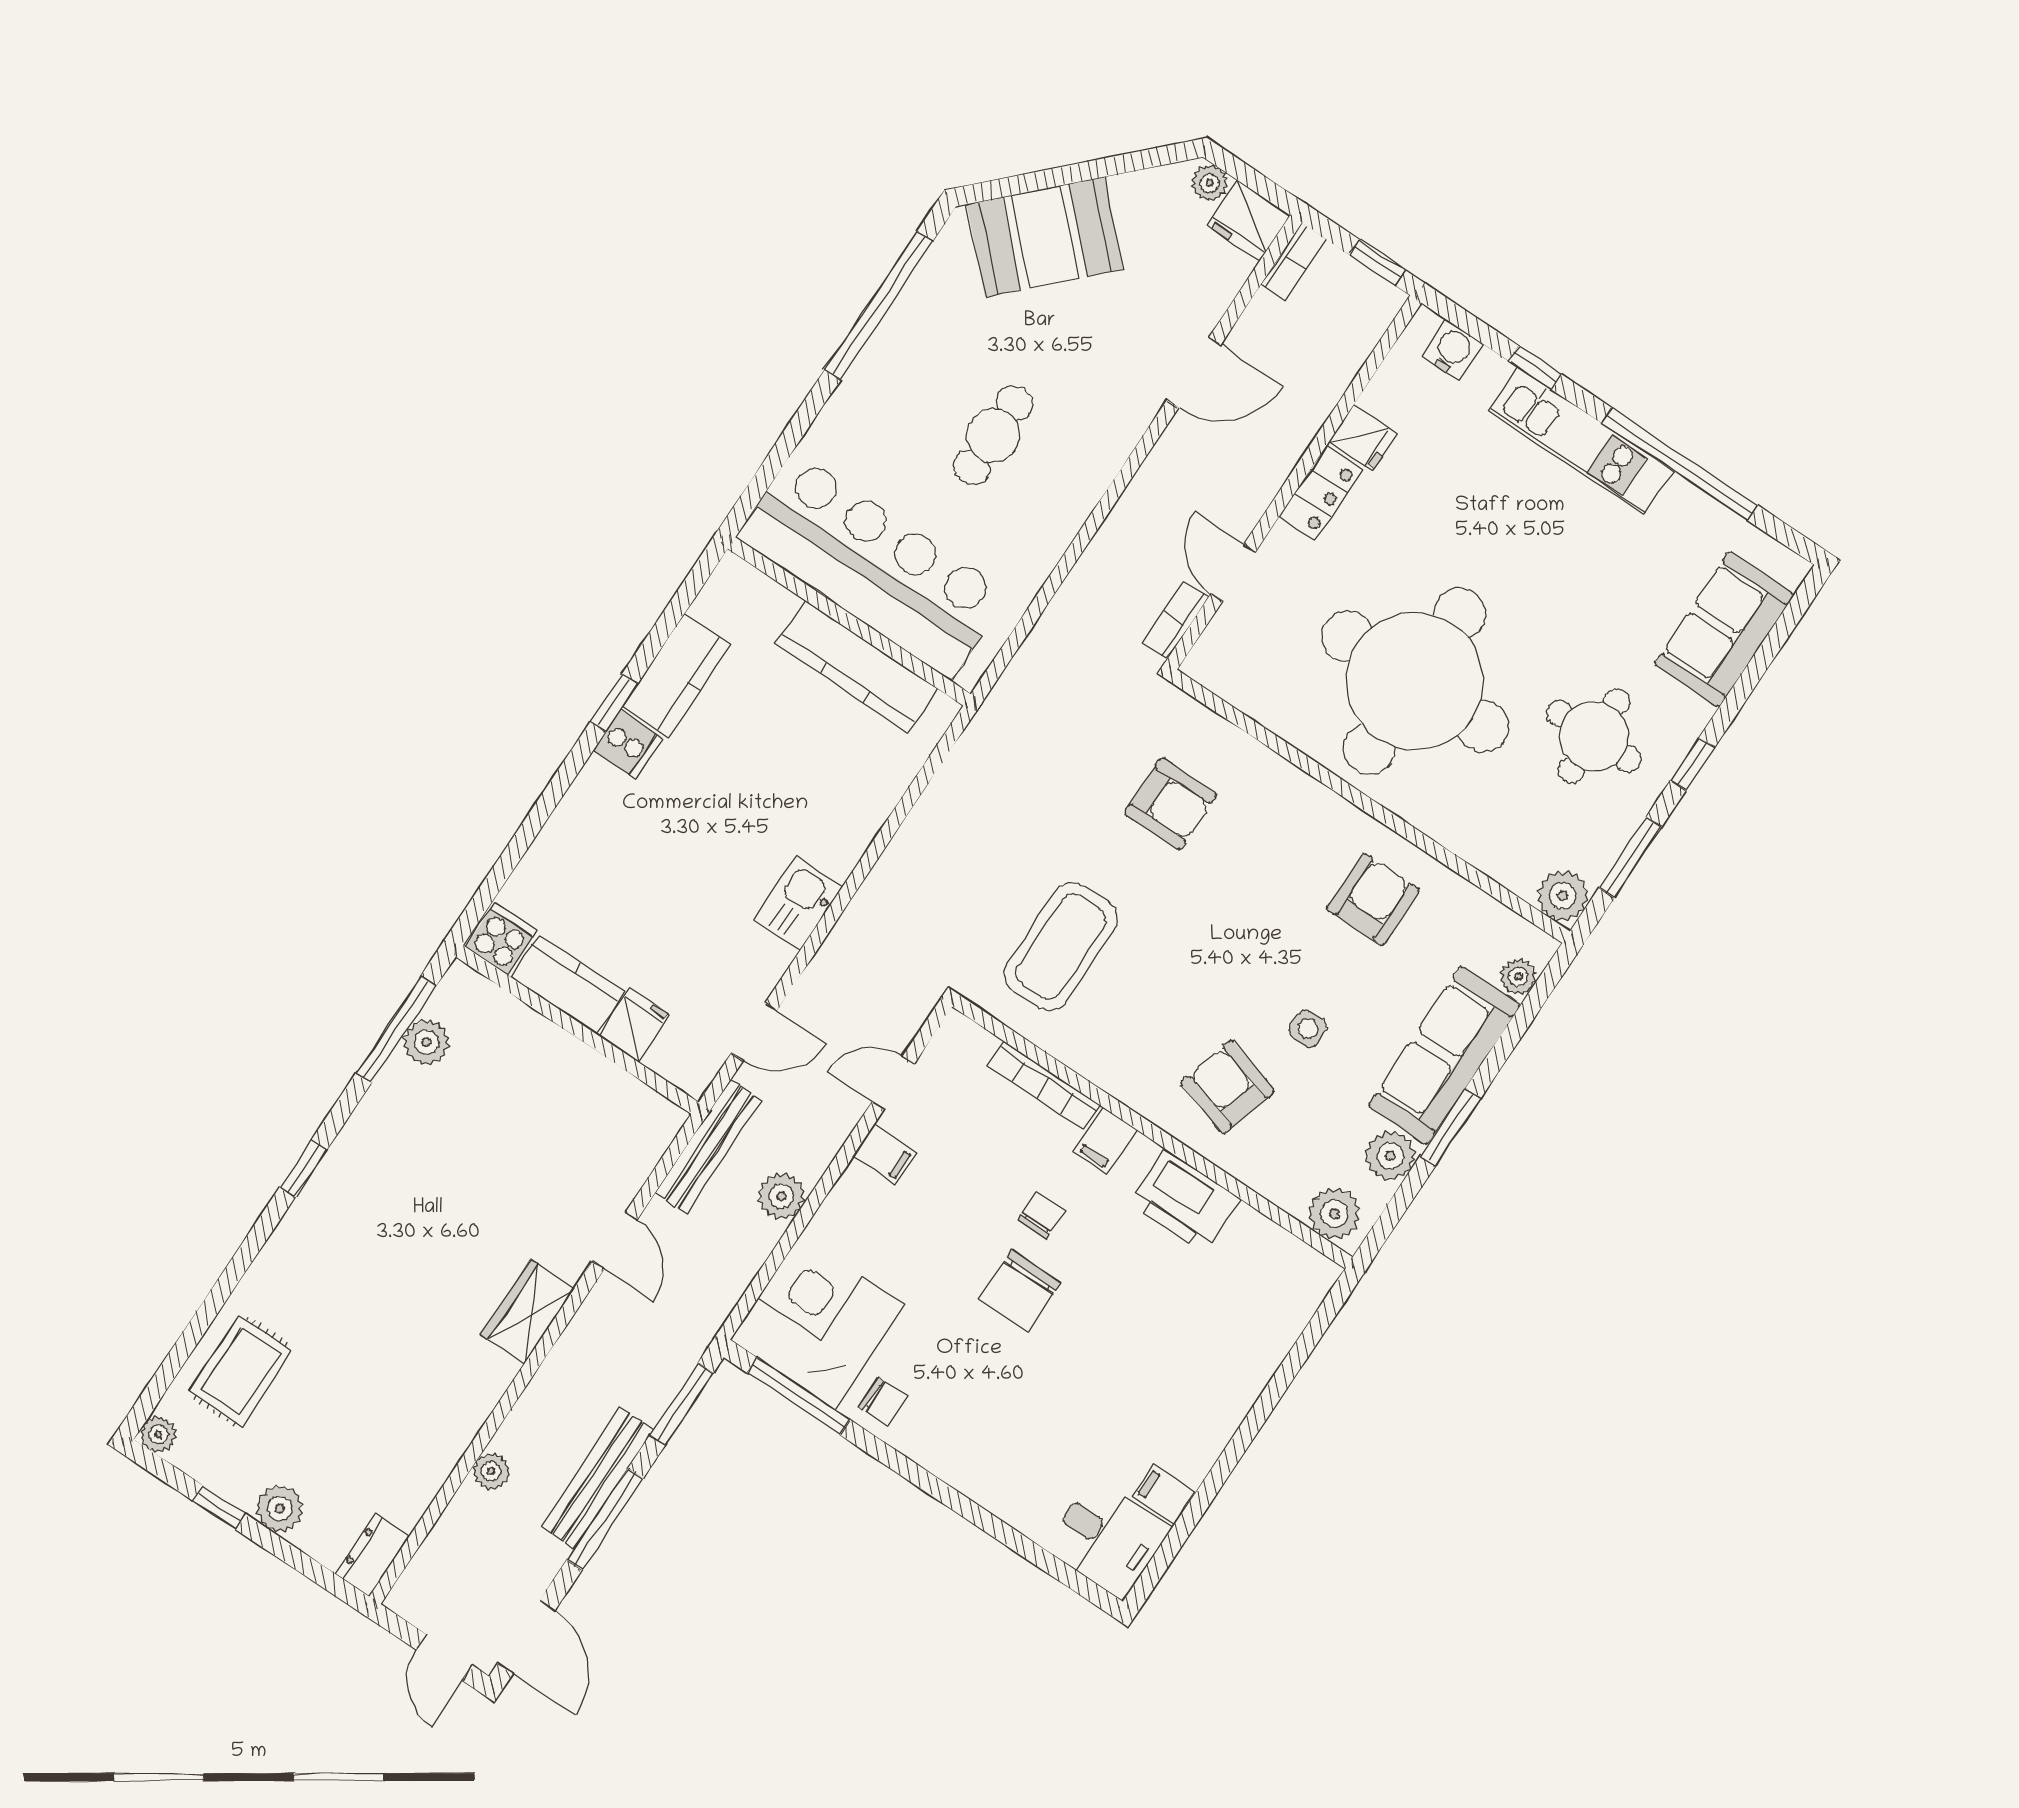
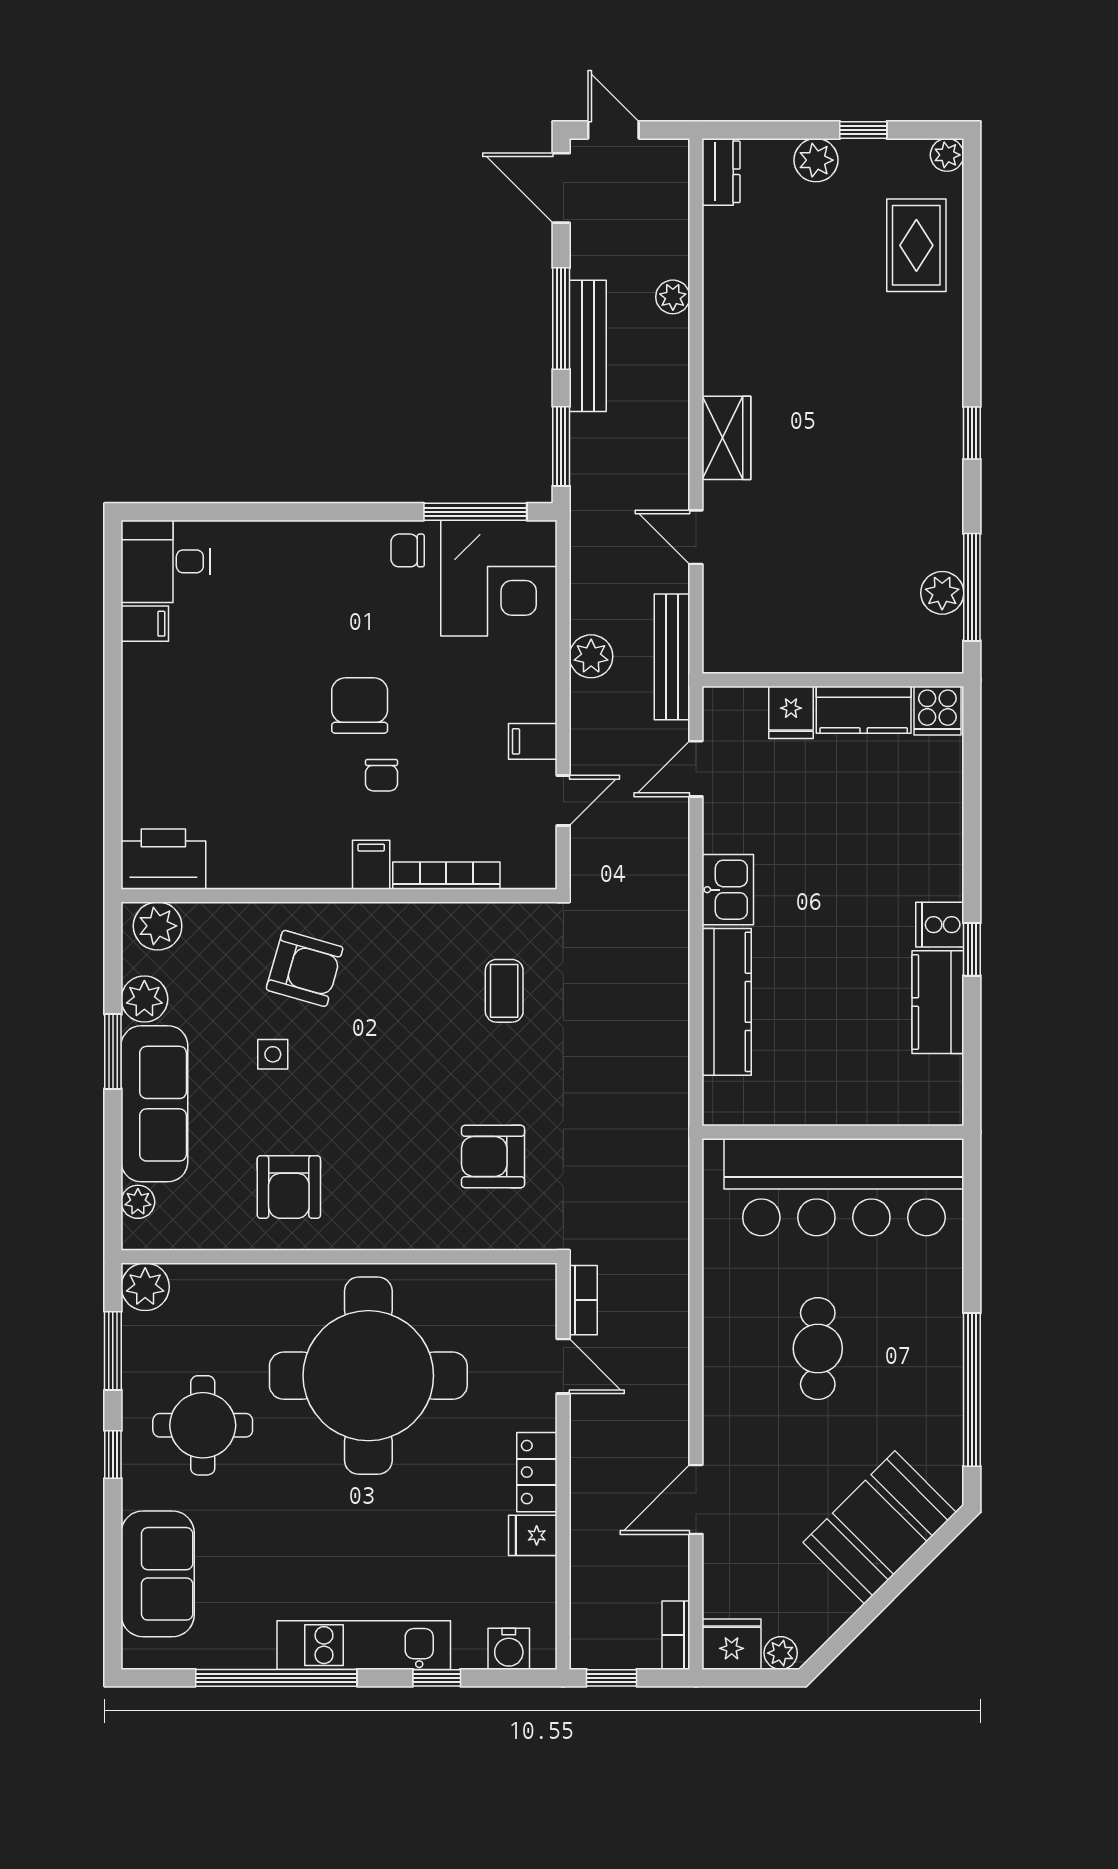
kitchen counter: (856, 666) -> (727, 1002), moved, turned 90
coffee table: (1061, 947) -> (504, 991), width x0.54, depth x0.58
printer: (1185, 1201) -> (163, 859), moved

